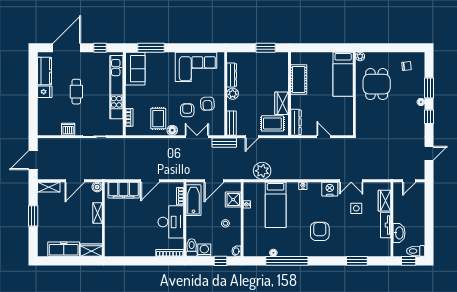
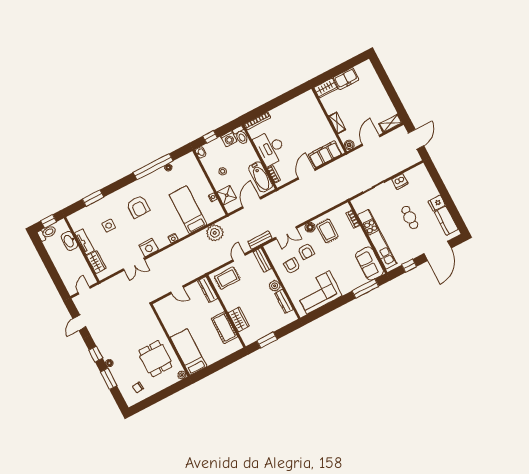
wardrobe: (282, 103) -> (239, 319), moved
double door: (351, 181) -> (134, 264), swing flipped
side table: (356, 208) -> (109, 226), moved
window: (33, 216) -> (391, 91), removed
freezer: (64, 249) -> (346, 79), width x0.71

